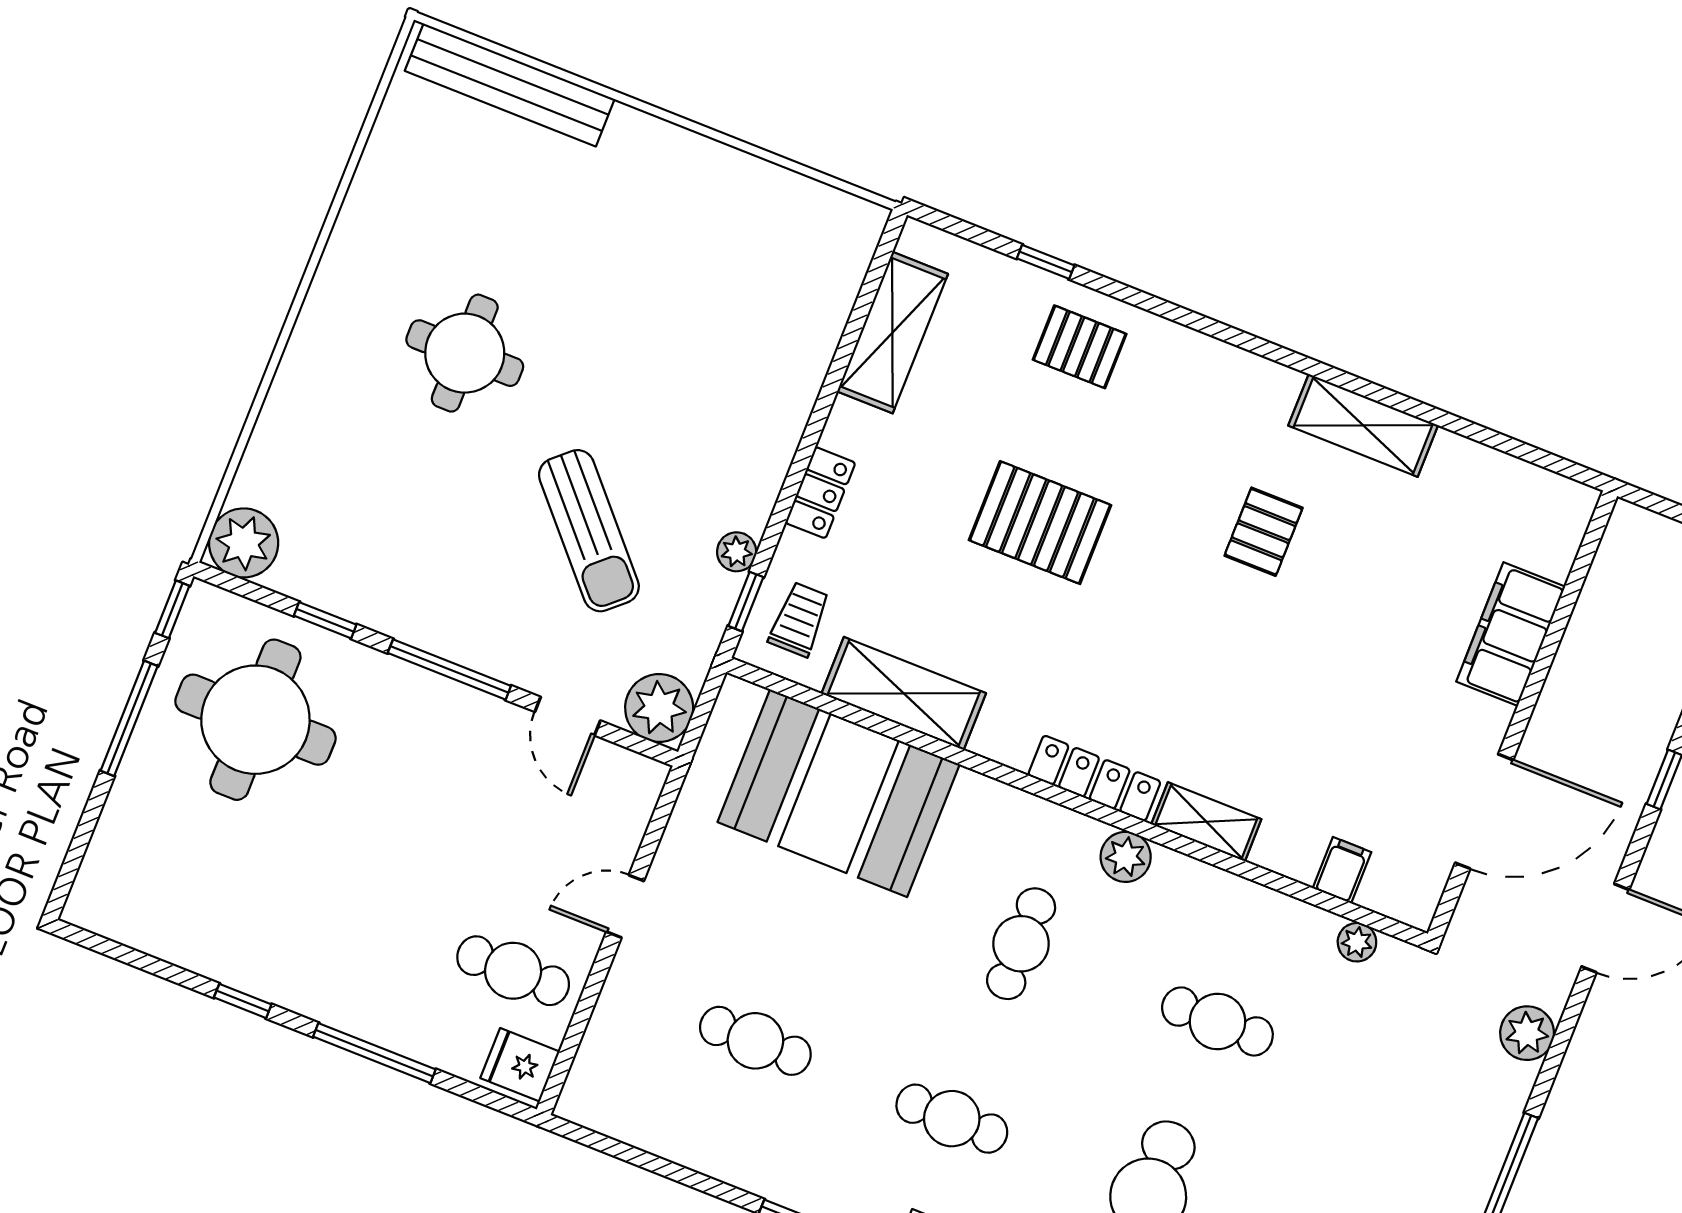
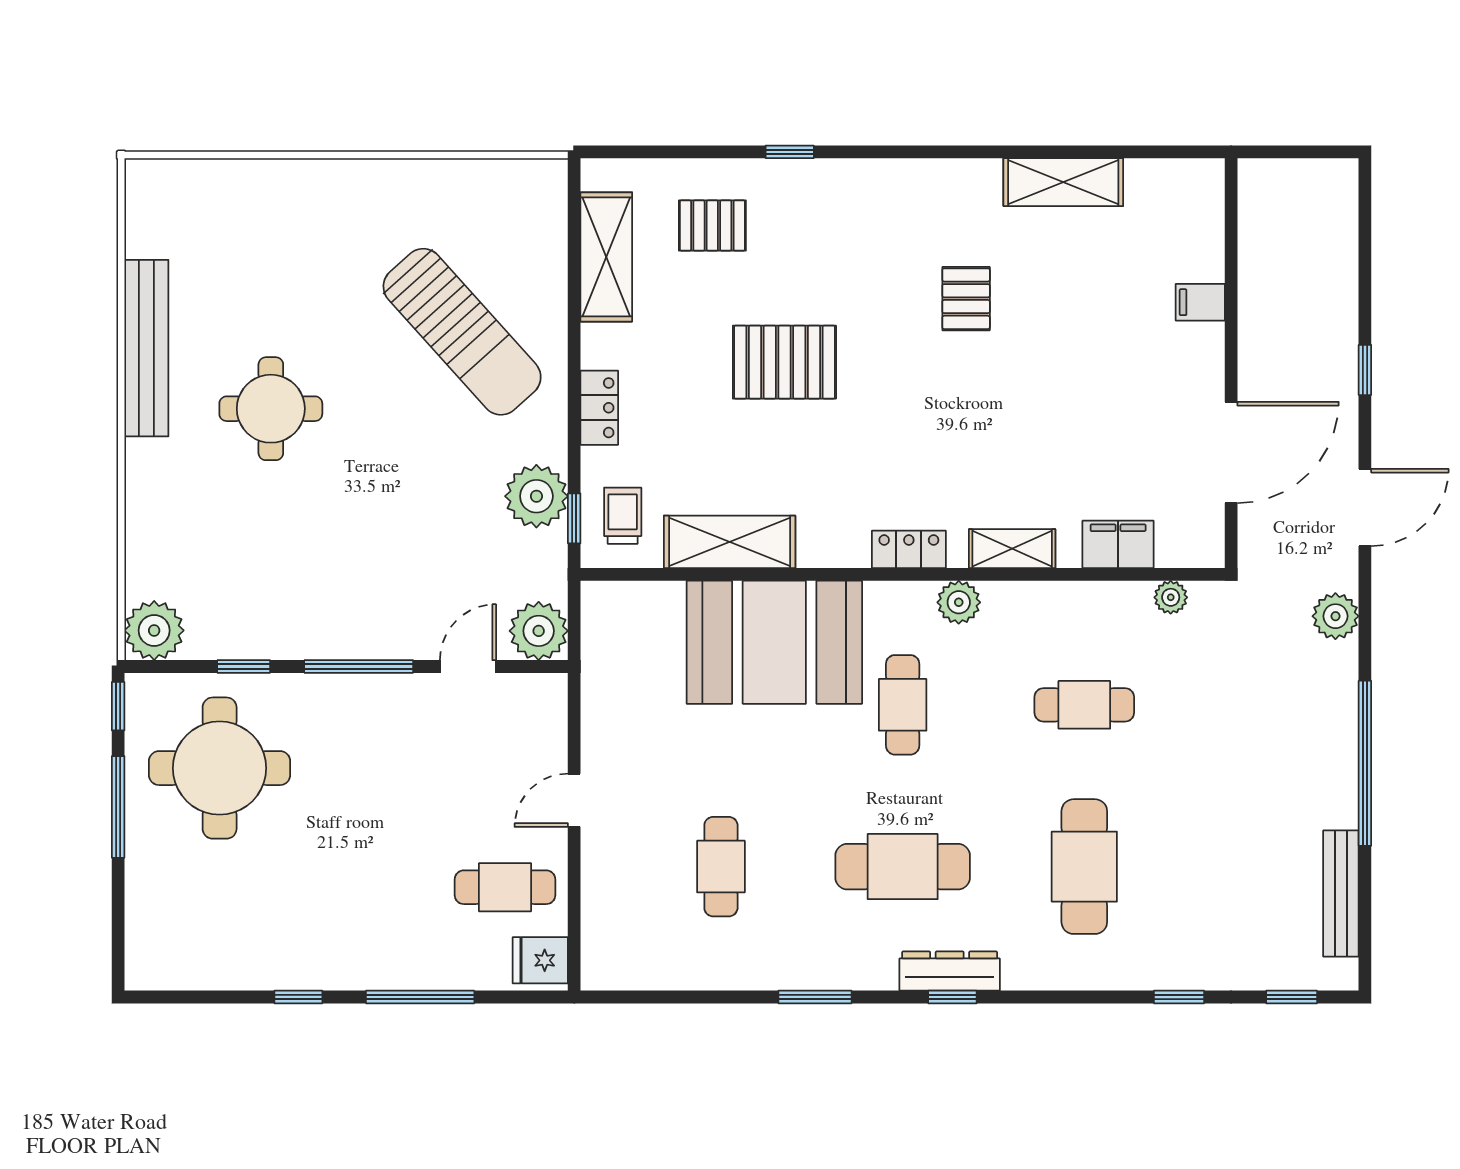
bench: (510, 85) -> (146, 348), moved, turned 90
window: (1046, 262) -> (790, 152), moved
pallet: (1080, 347) -> (712, 226), moved
shelving: (1363, 425) -> (1063, 182), moved
sun lounger: (589, 531) -> (462, 332), moved, width x1.36, depth x1.34
plant: (737, 552) -> (536, 496), width x1.87, depth x1.87
filing cabinet: (1511, 634) -> (1200, 302), width x0.33, depth x0.86
door: (568, 716) -> (468, 666), swing flipped
locker: (1094, 778) -> (909, 549), width x0.66
booth: (839, 793) -> (774, 642), moved
filing cabinet: (1342, 870) -> (1118, 544), width x2.00
cafe table: (755, 1041) -> (721, 867), turned 90
cafe table: (952, 1119) -> (903, 867), width x1.37, depth x1.35

